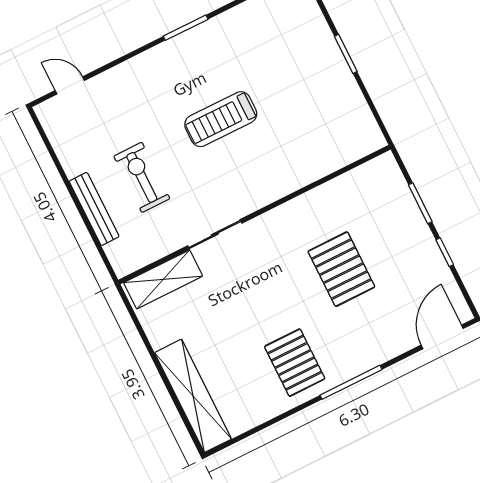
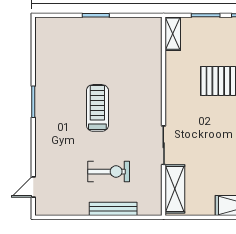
treadmill: (221, 119) -> (97, 108), turned 180
shelving: (373, 171) -> (173, 34), added
exercise bike: (142, 177) -> (109, 172), turned 180

